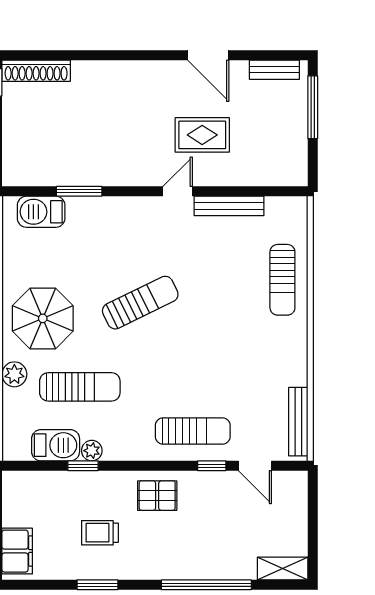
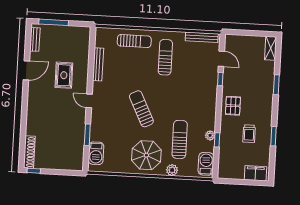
door: (178, 191) -> (89, 101), moved
sun lounger: (193, 431) -> (165, 57), moved
barbecue: (56, 445) -> (206, 164), moved
door: (255, 466) -> (221, 59), hinge flipped
window: (206, 585) -> (276, 85), width x0.47

